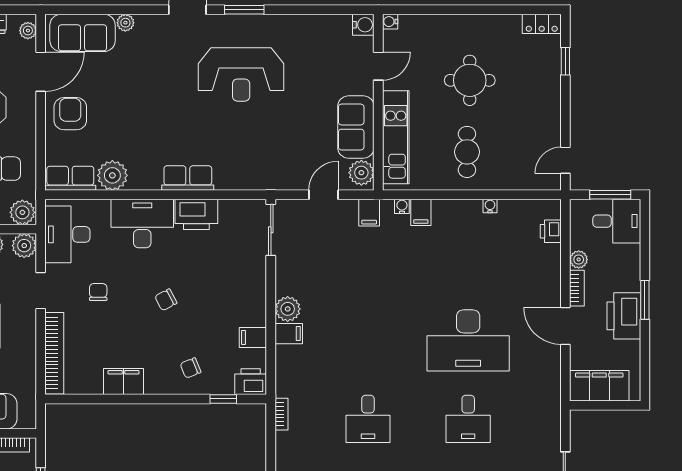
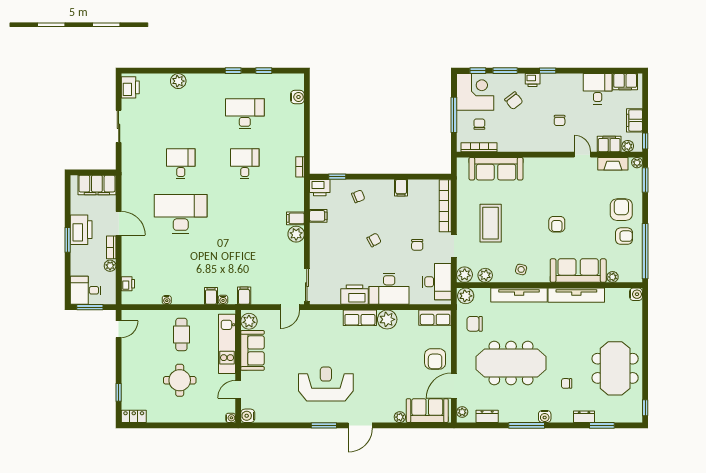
plant: (112, 175) -> (387, 319), moved
door: (323, 195) -> (290, 307), moved
filing cabinet: (123, 382) -> (401, 188), width x0.50

